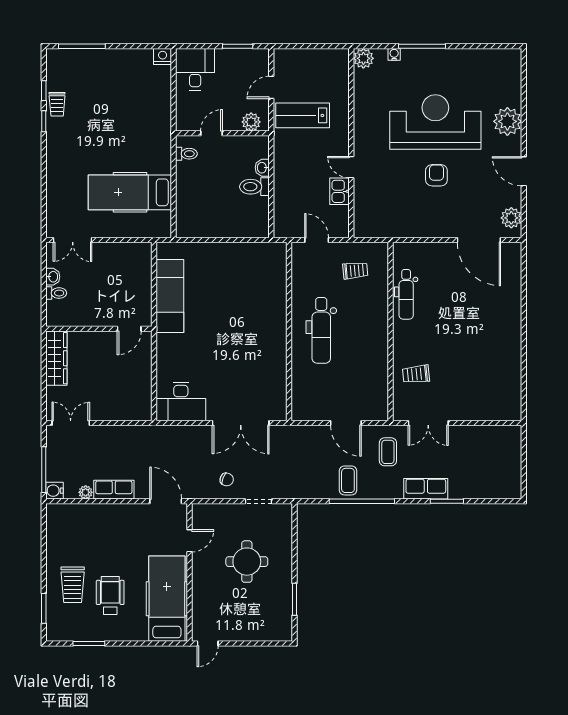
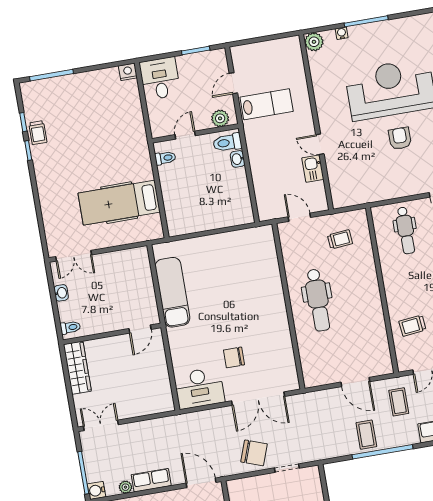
lab bench: (303, 115) -> (267, 104), turned 180
toilet: (254, 187) -> (227, 143), moved
toilet: (56, 293) -> (70, 327), moved
dental chair: (406, 294) -> (406, 230), moved
chair: (223, 376) -> (234, 357), added
chair: (227, 479) -> (254, 453), width x1.87, depth x1.87

